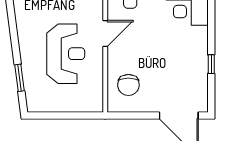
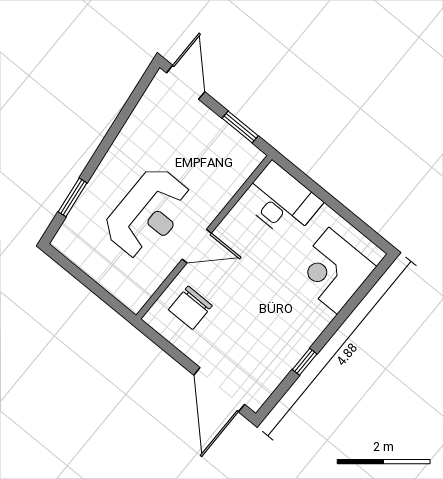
door: (105, 34) -> (197, 246), moved

